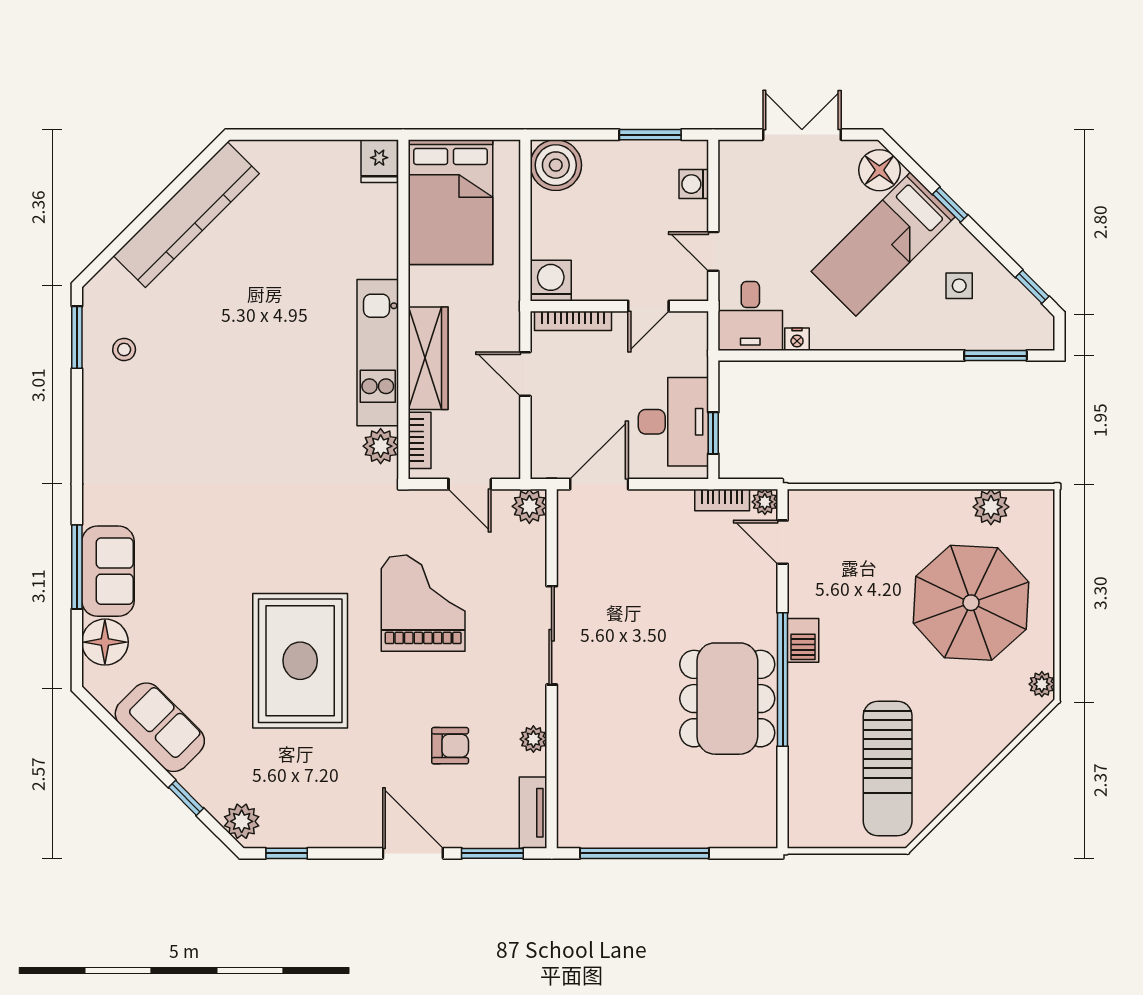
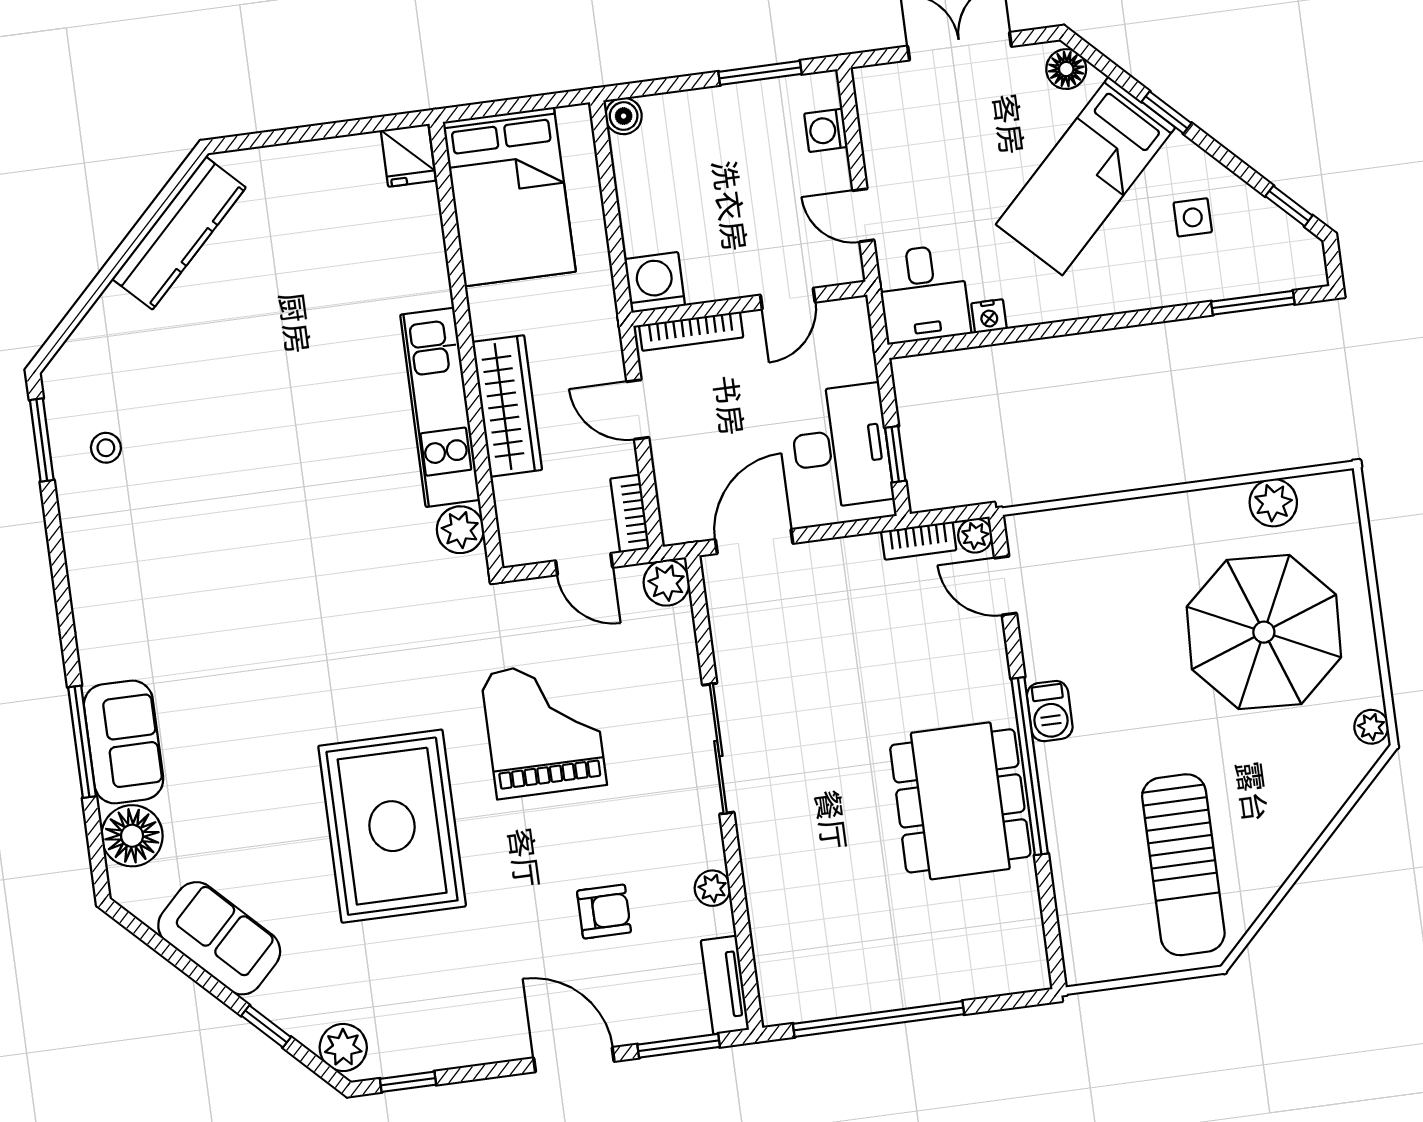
boiler: (556, 165) -> (624, 116), width x0.54, depth x0.54
floor lamp: (879, 170) -> (1066, 69), width x0.73, depth x0.73
kitchen counter: (186, 215) -> (179, 233), width x0.72, depth x0.86
bookcase: (420, 440) -> (630, 514), moved, turned 180

